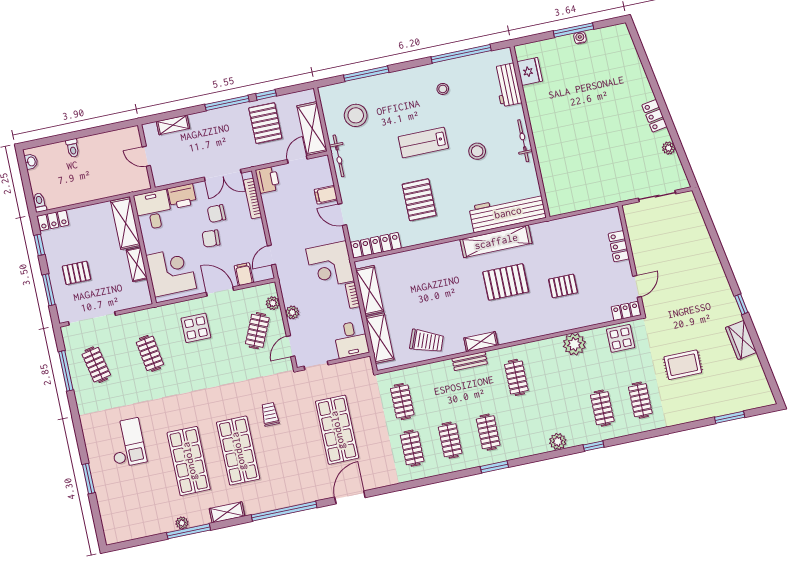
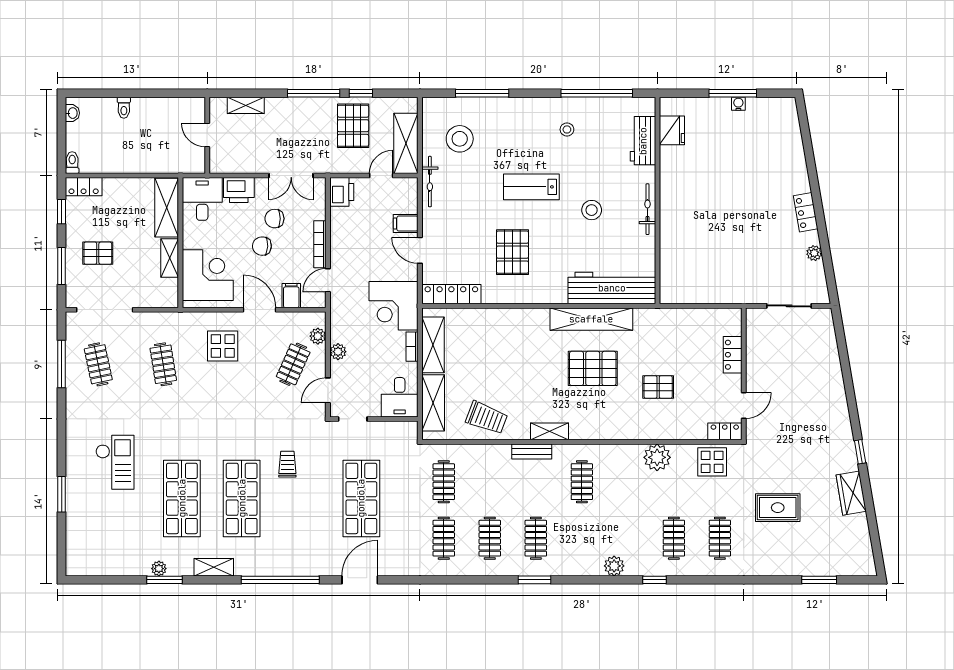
bookcase: (253, 198) -> (320, 244), moved
window: (189, 531) -> (164, 580), width x0.69

